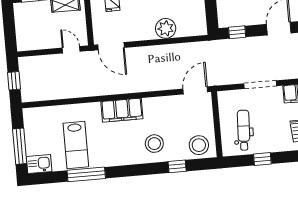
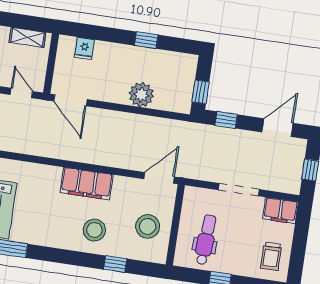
window: (212, 15) -> (200, 92), added
filing cabinet: (122, 110) -> (87, 184), moved
stool: (199, 145) -> (148, 226), moved

